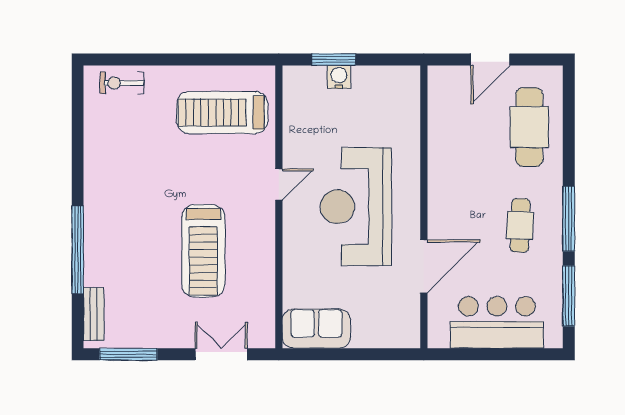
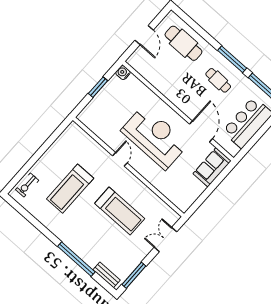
window: (334, 60) -> (98, 87), moved
water cooler: (339, 77) -> (123, 73), moved
treadmill: (222, 112) -> (70, 189), moved
reception desk: (356, 207) -> (155, 137), turned 180
sofa: (316, 329) -> (212, 167), moved

